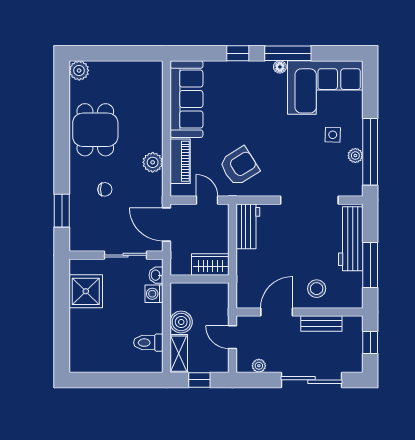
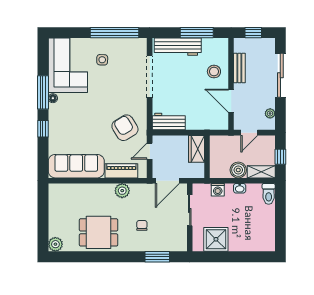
plant: (355, 156) -> (117, 43), removed
washbasin: (156, 275) -> (240, 188), moved
toilet: (148, 343) -> (269, 194), moved

